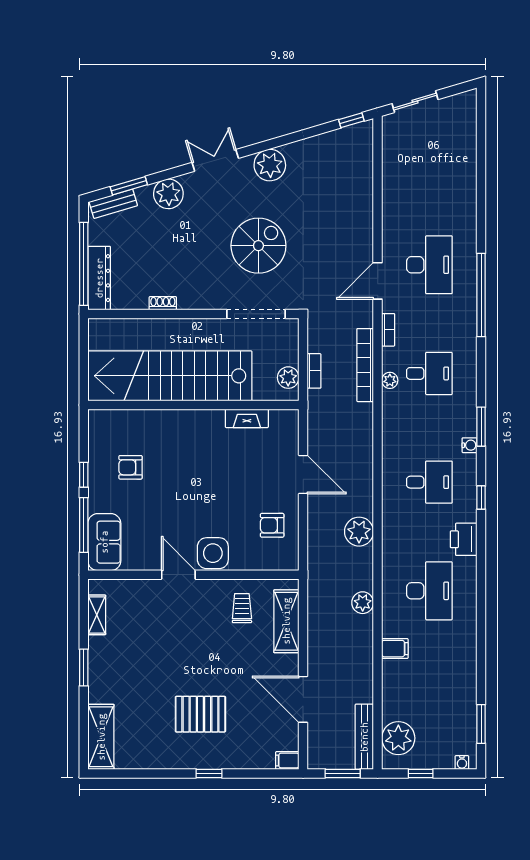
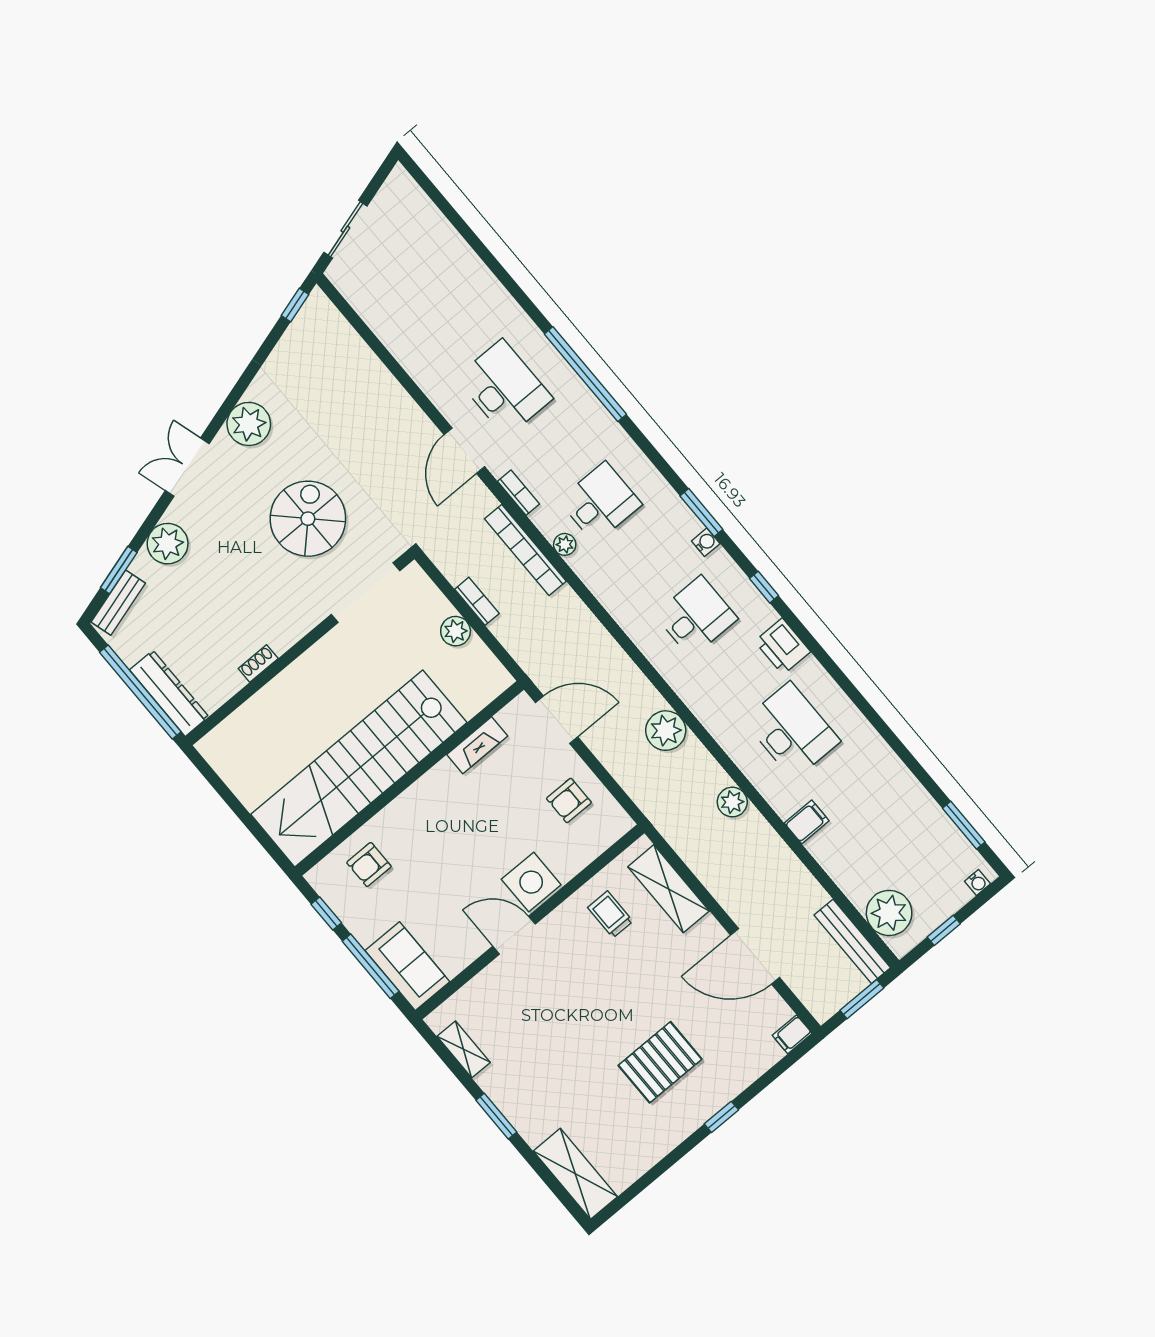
stairs: (170, 376) -> (359, 768), moved
wall: (193, 405) -> (409, 778), moved
fireplace: (247, 418) -> (477, 745), moved

